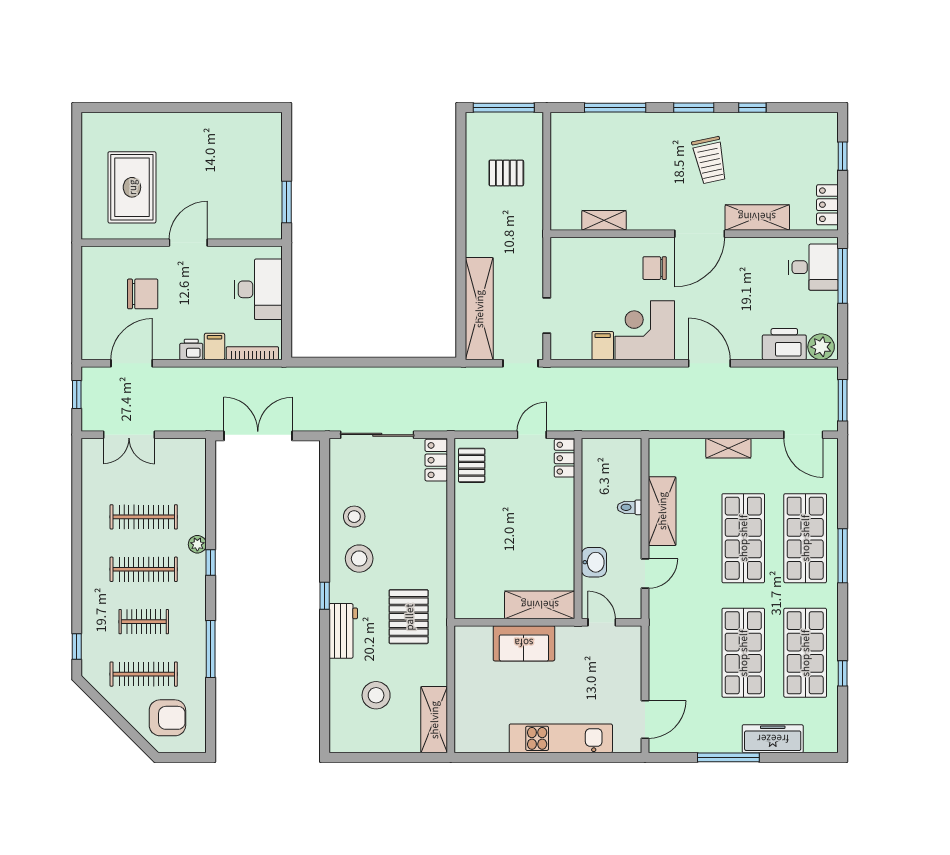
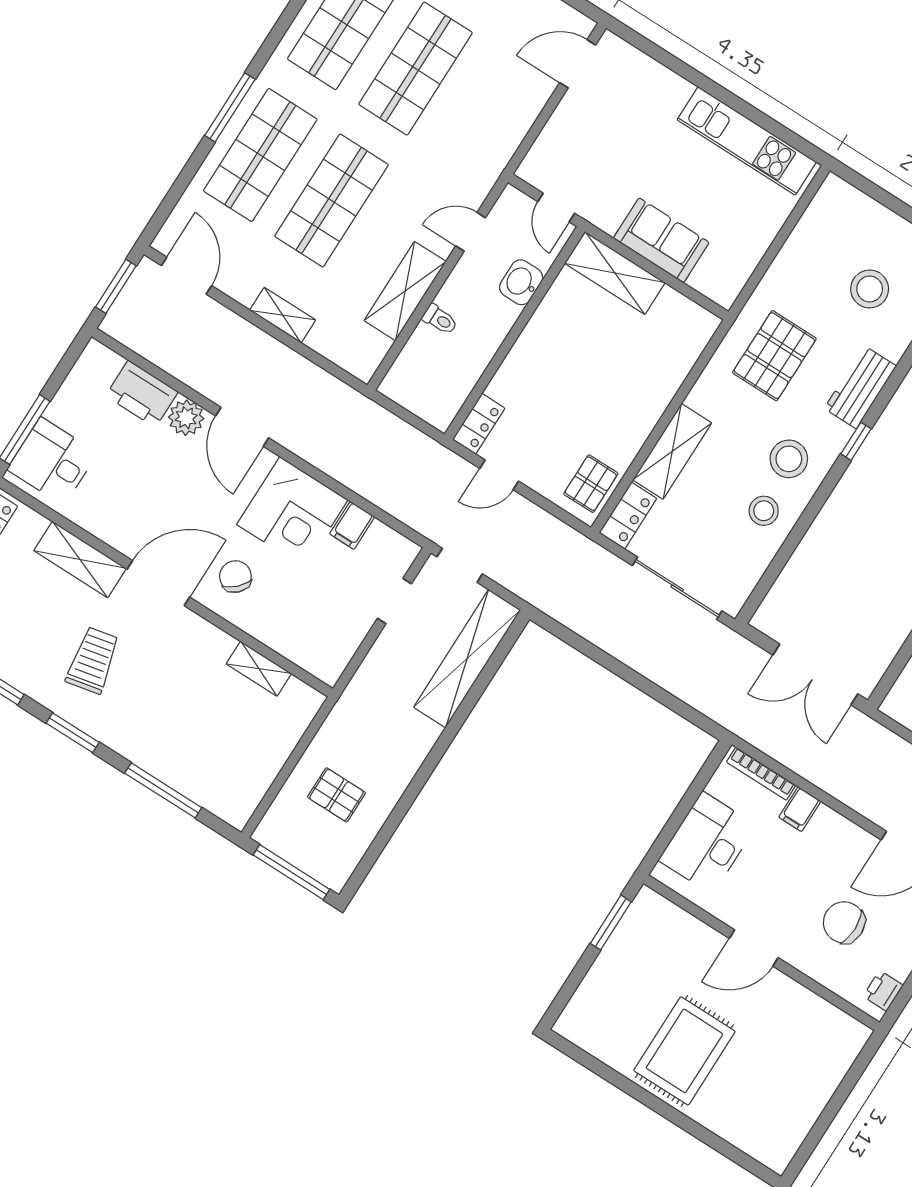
rug: (132, 187) -> (684, 1051), moved
chair: (655, 268) -> (235, 577), turned -135
plant: (821, 347) -> (186, 418), moved
printer: (191, 349) -> (883, 991), moved, turned 90
shelving: (434, 720) -> (672, 451), moved
kitchen unit: (561, 738) -> (747, 141), moved

